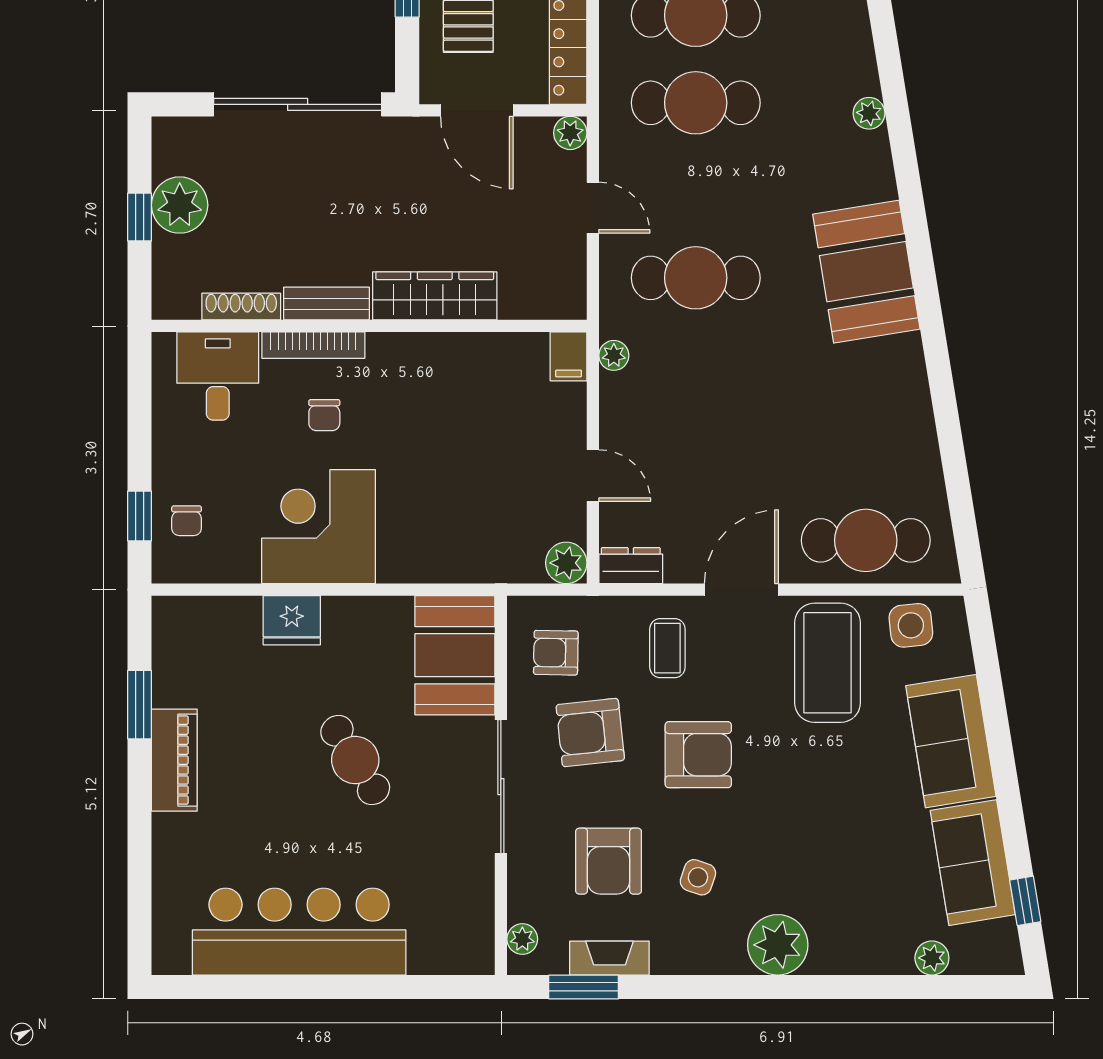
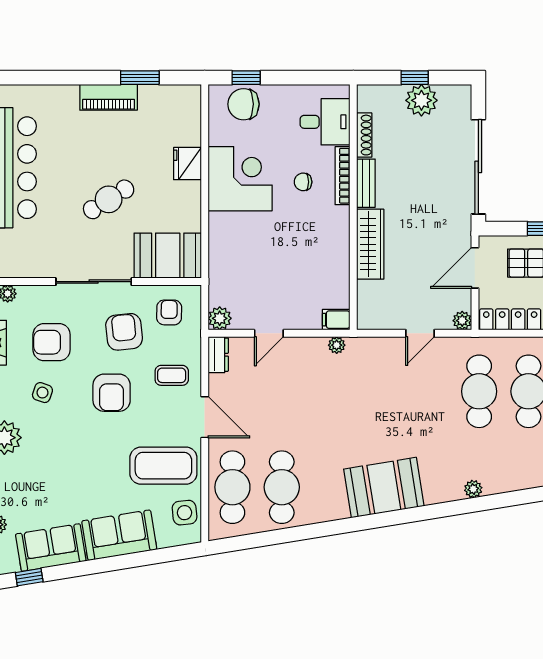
cafe table: (696, 278) -> (282, 487), moved
chair: (187, 521) -> (243, 104), width x1.87, depth x1.87

